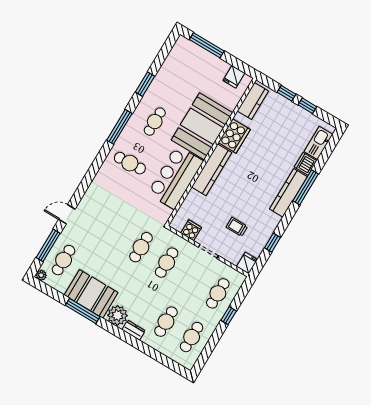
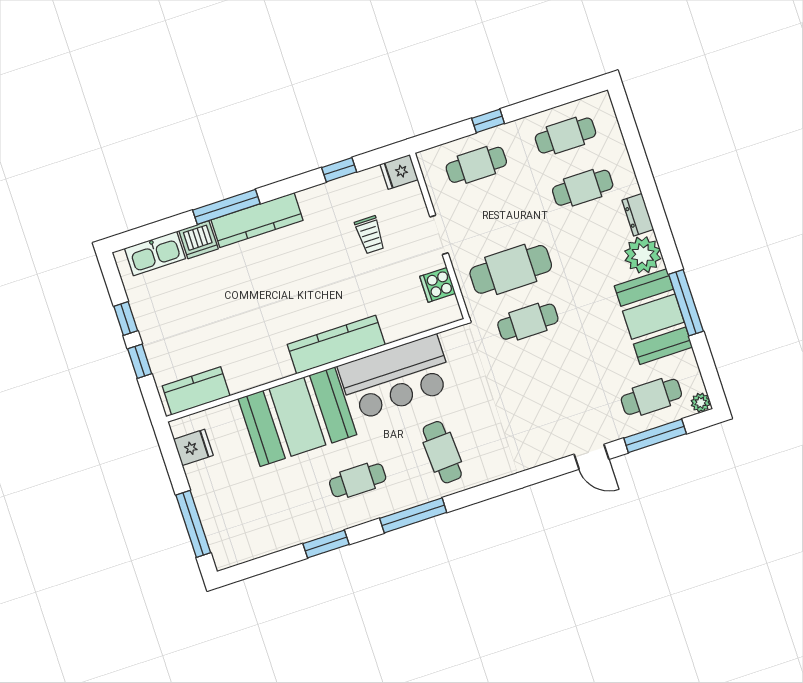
cooker: (234, 136) -> (264, 364), removed
cafe table: (167, 263) -> (511, 269), width x1.37, depth x1.35

